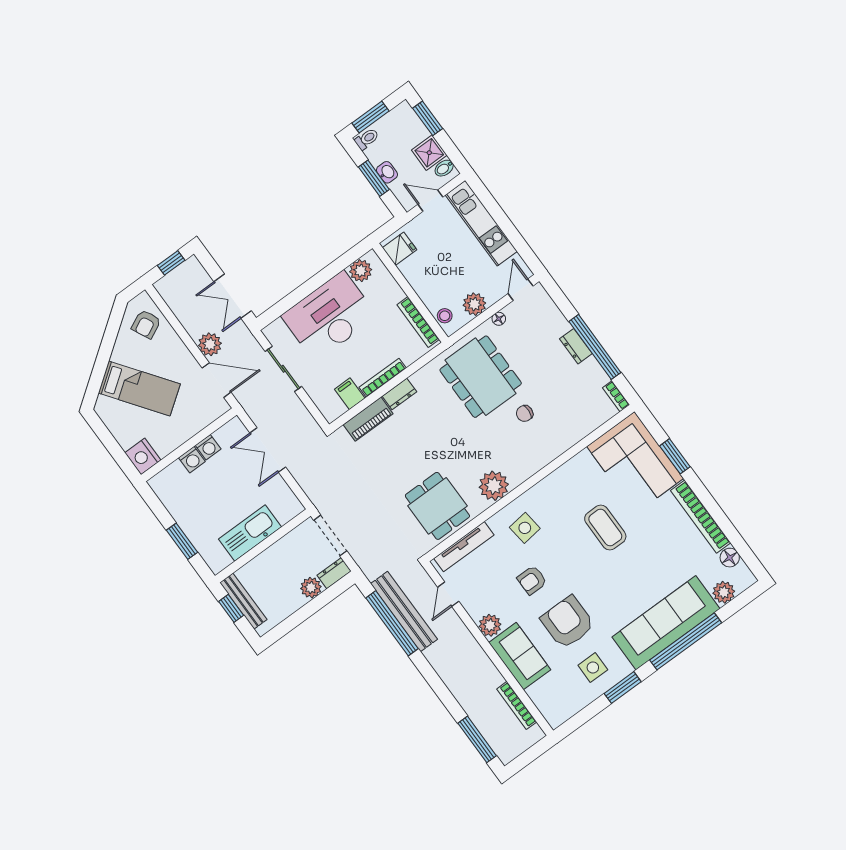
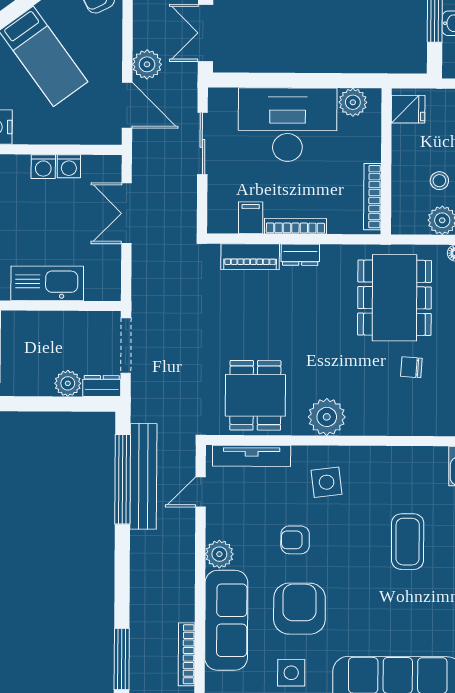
stool: (445, 316) -> (439, 181), moved
sofa: (520, 656) -> (226, 620), width x1.36

